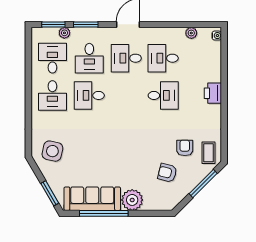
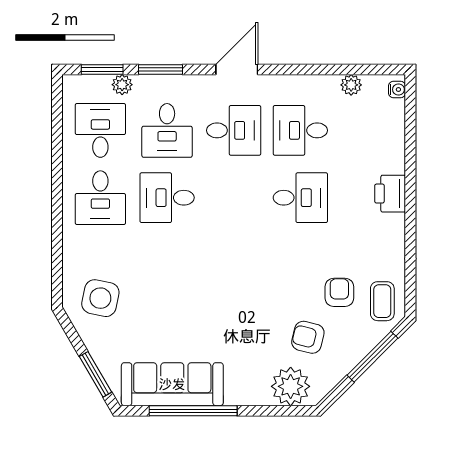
desk: (126, 58) -> (234, 130), turned 180
plant: (132, 200) -> (291, 386), moved

